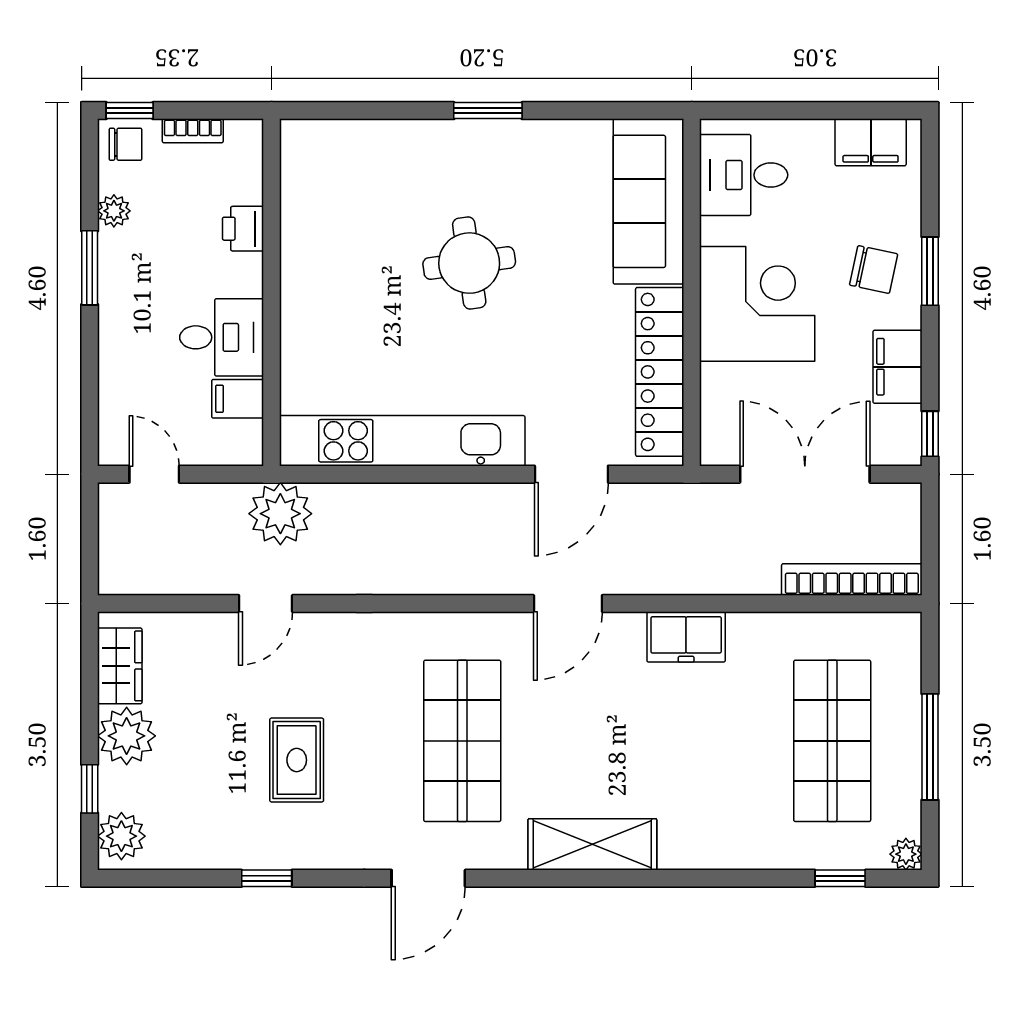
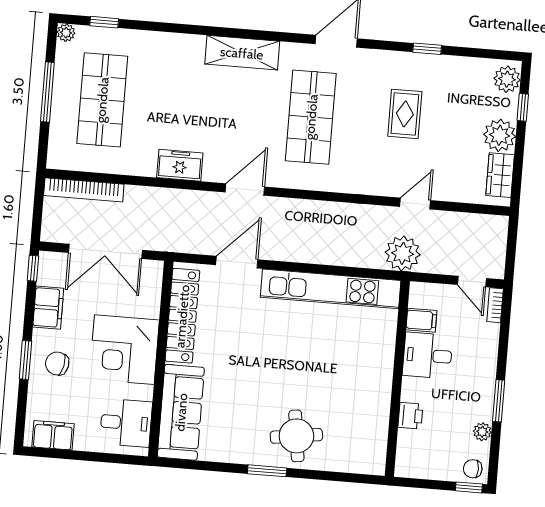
bookcase: (193, 131) -> (495, 305), moved, turned -90
round table: (469, 263) -> (296, 436), moved

